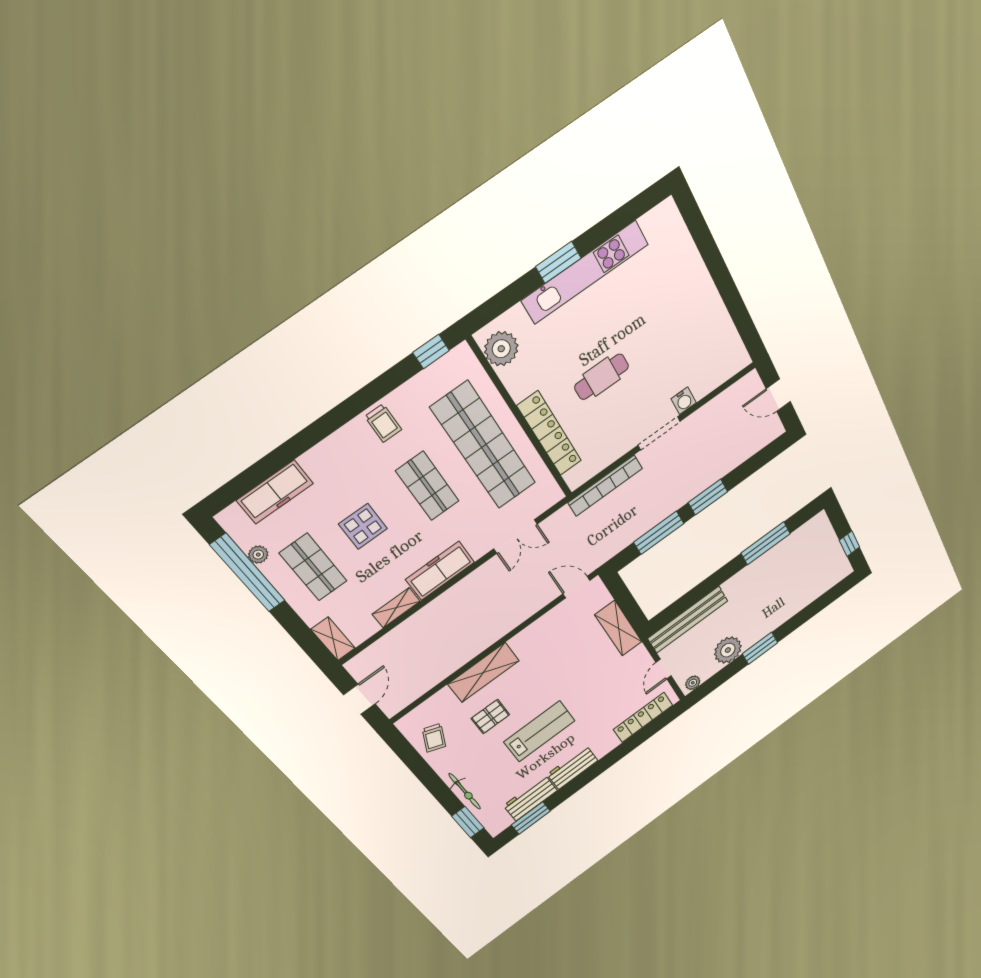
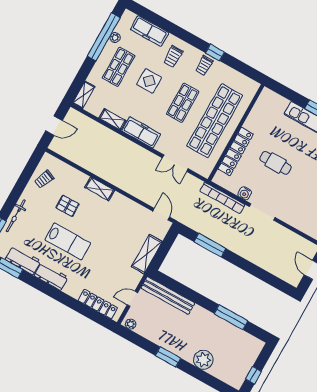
plant: (501, 349) -> (265, 104), removed
window: (431, 352) -> (215, 52), moved
water cooler: (684, 401) -> (245, 193), moved
trolley: (341, 470) -> (173, 57), added
window: (708, 497) -> (241, 263), removed
plant: (728, 650) -> (203, 360), moved
shelving: (484, 672) -> (100, 189), width x0.67, depth x0.75

